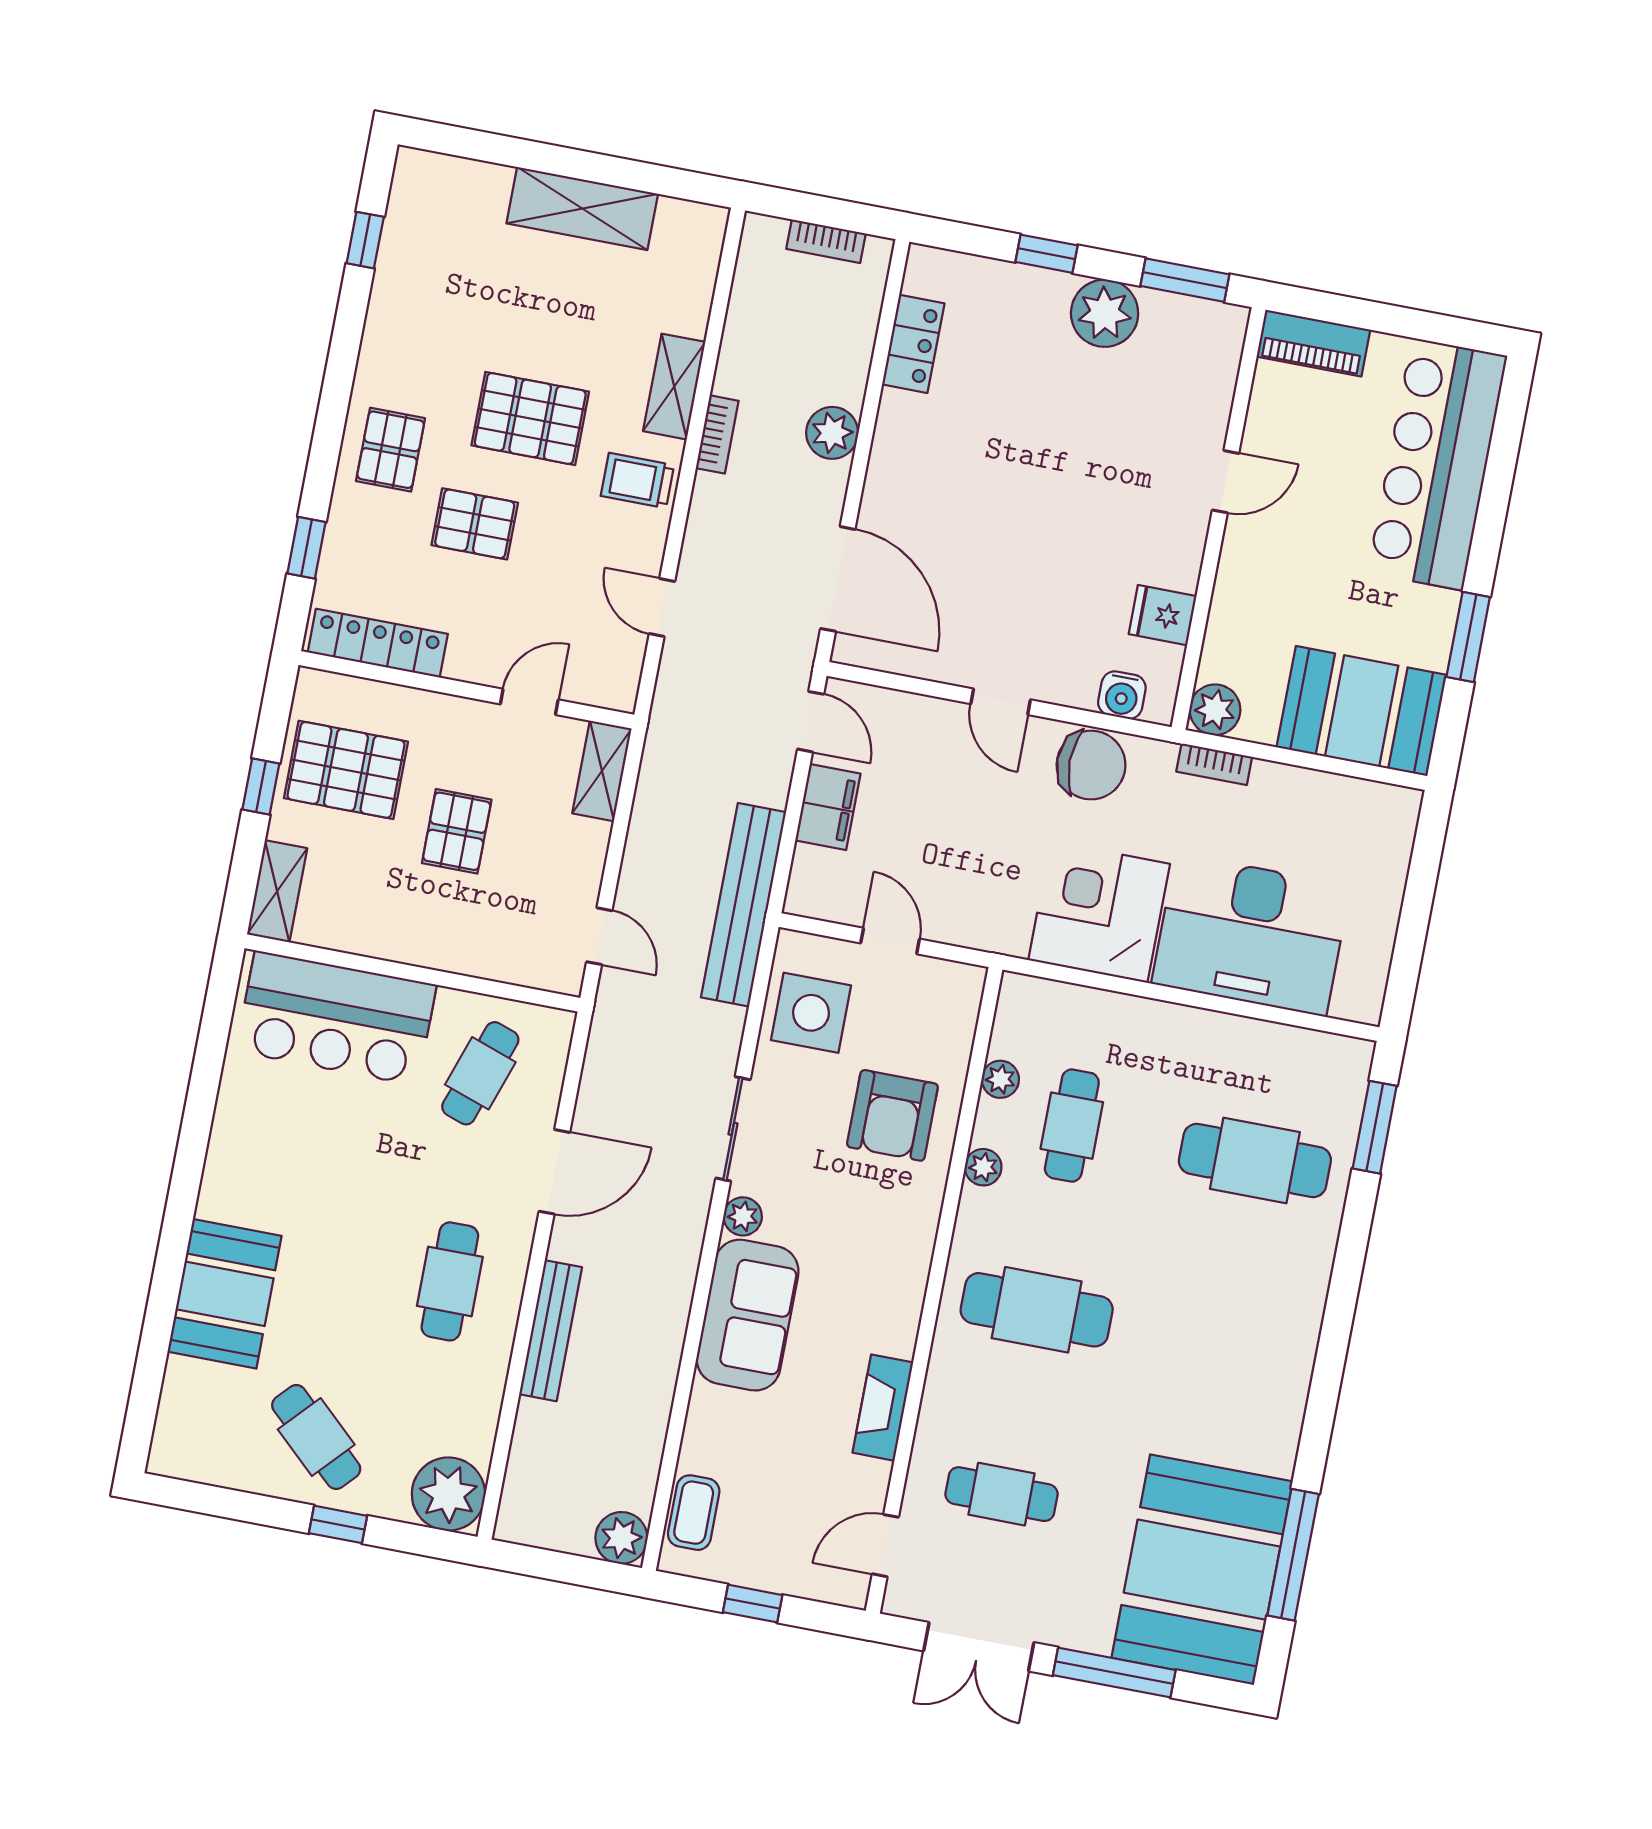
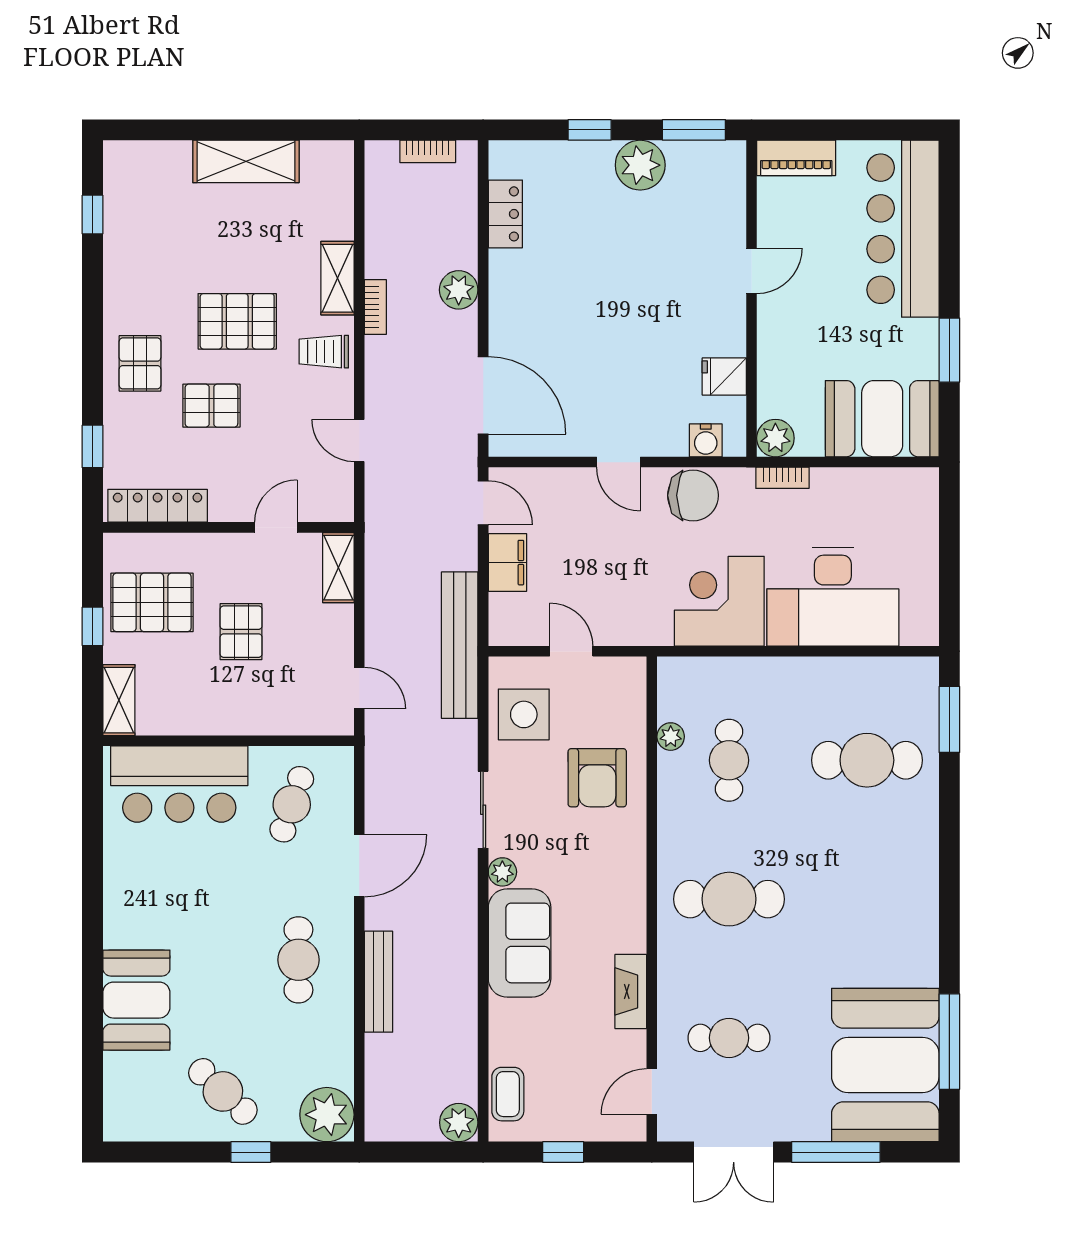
plant: (983, 1167) -> (670, 803), removed

